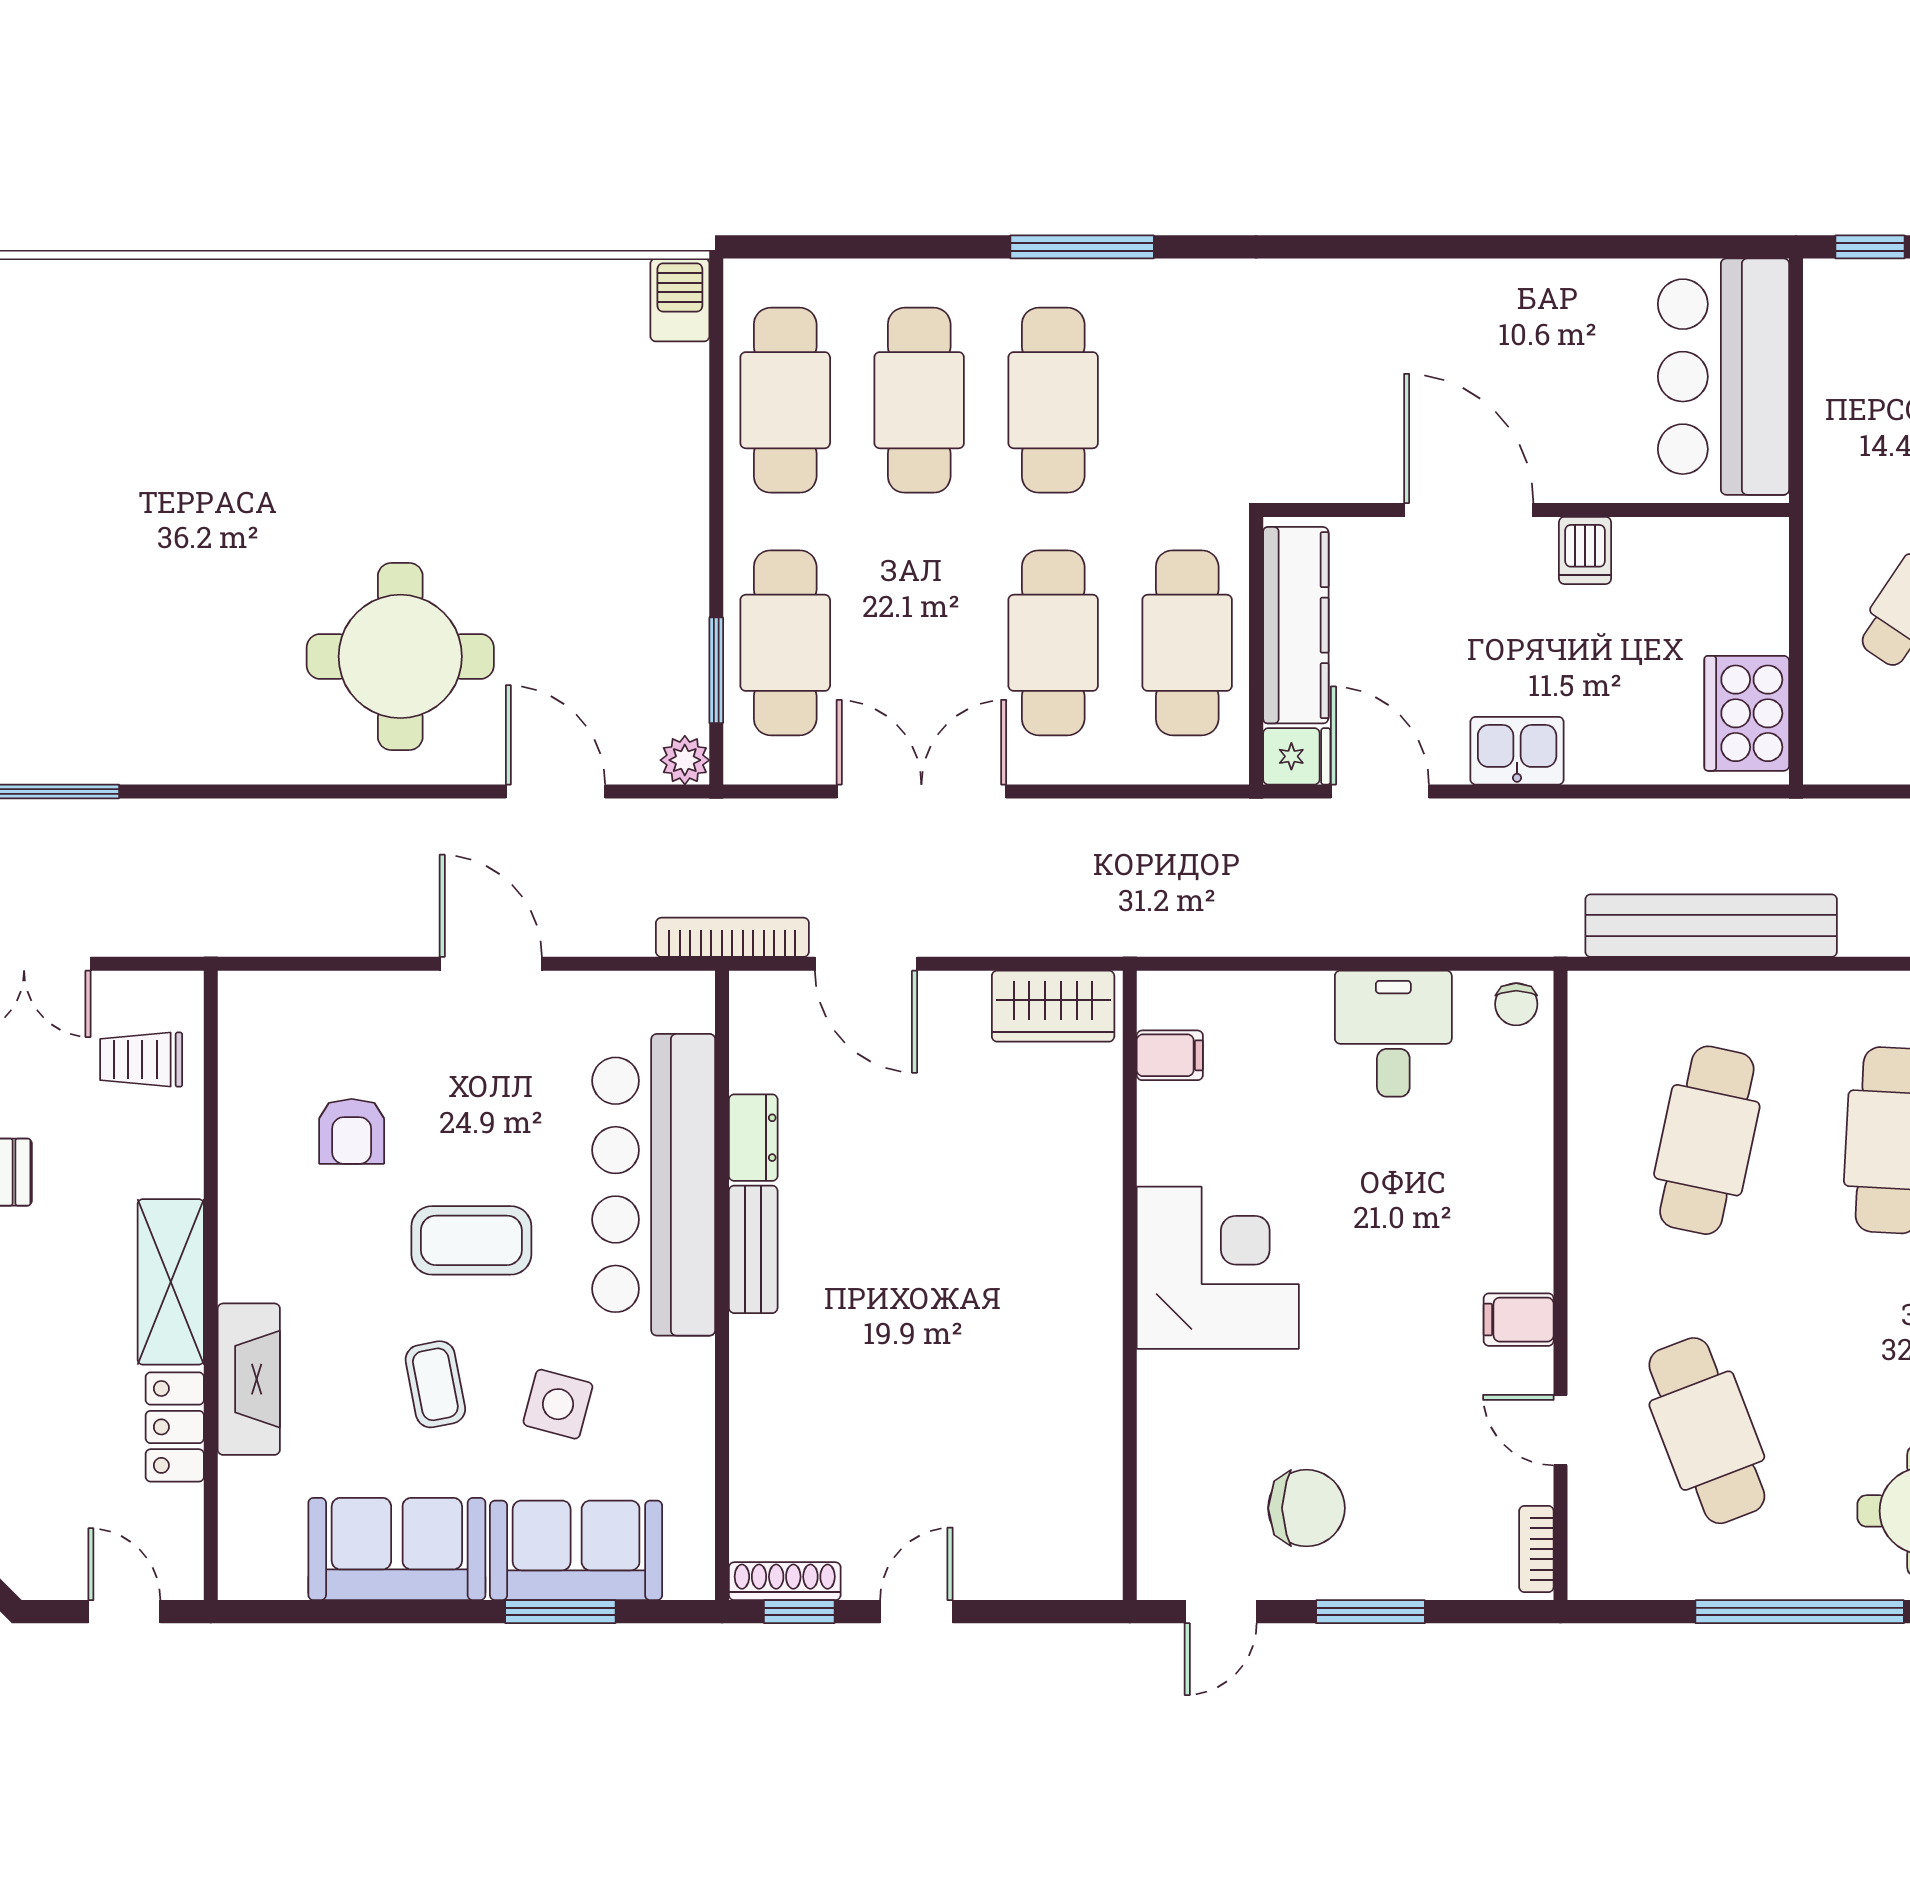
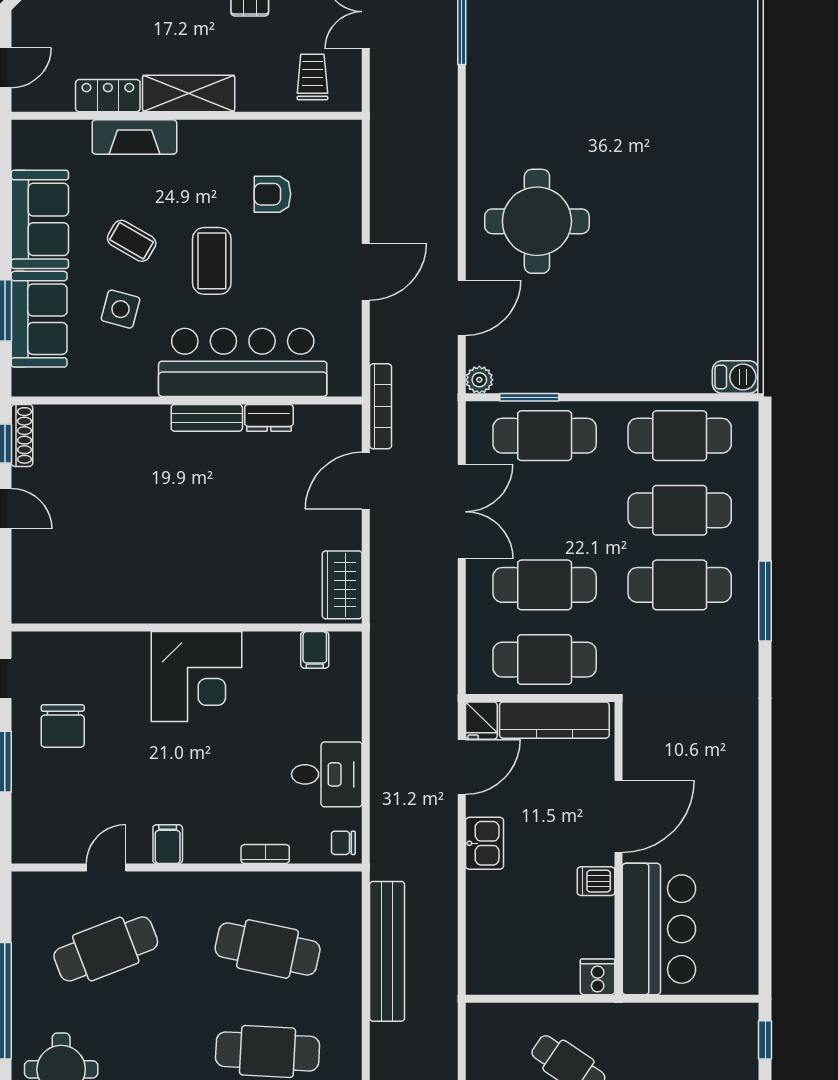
bar counter: (1724, 377) -> (659, 929), moved, turned 90
cooker: (1747, 713) -> (598, 977), moved, width x0.53, depth x0.76
coffee table: (435, 1384) -> (132, 241), turned 41
bookcase: (1536, 1549) -> (265, 854), moved

